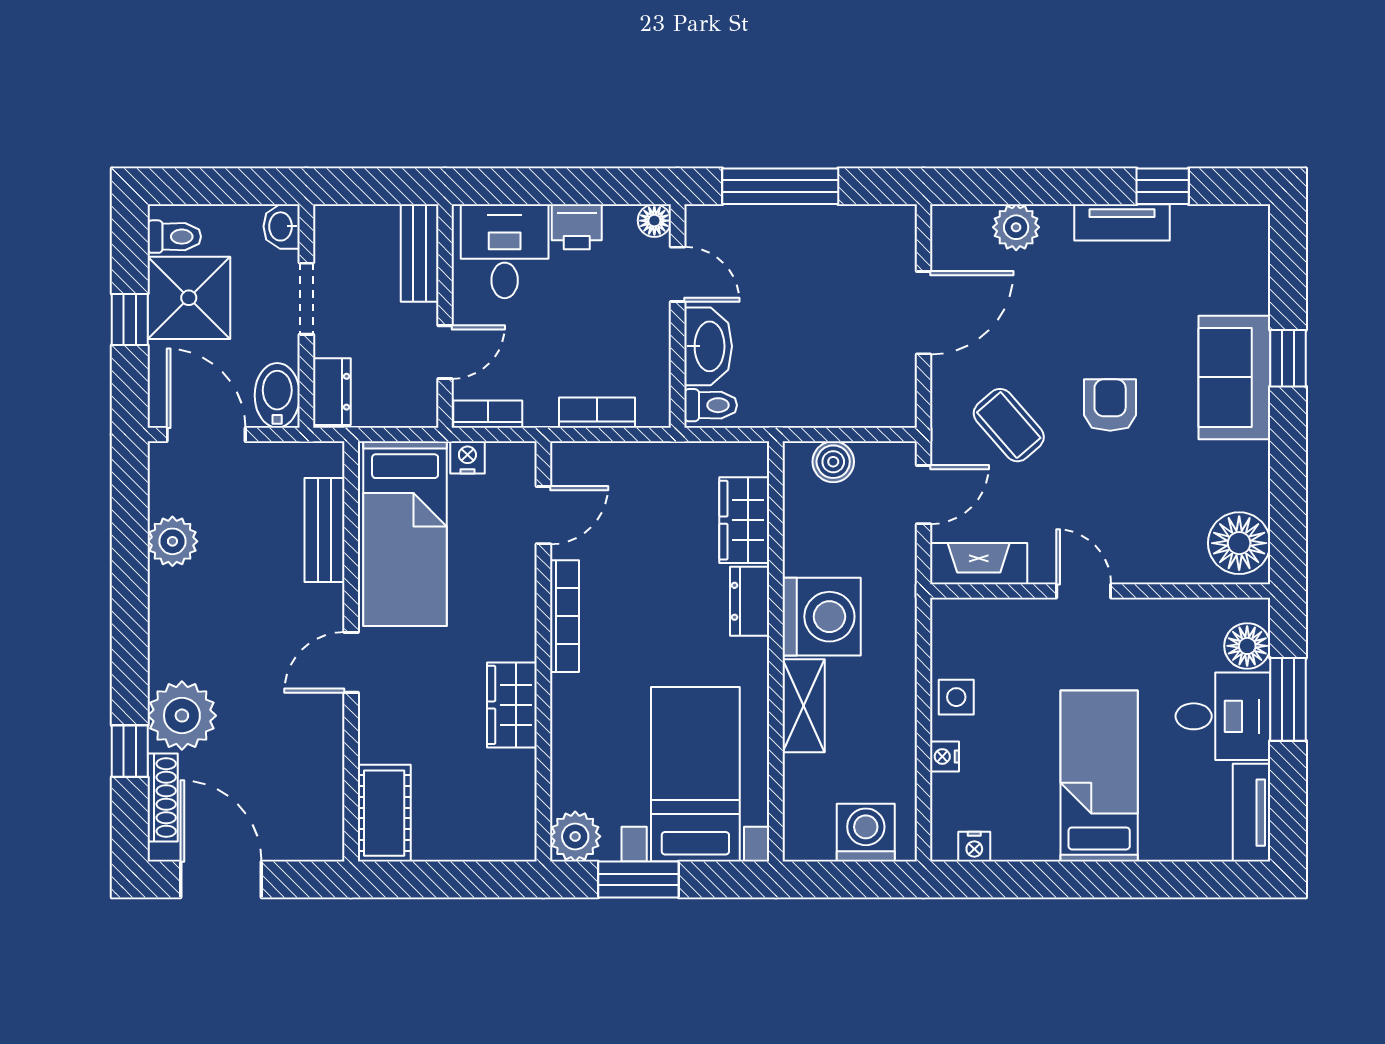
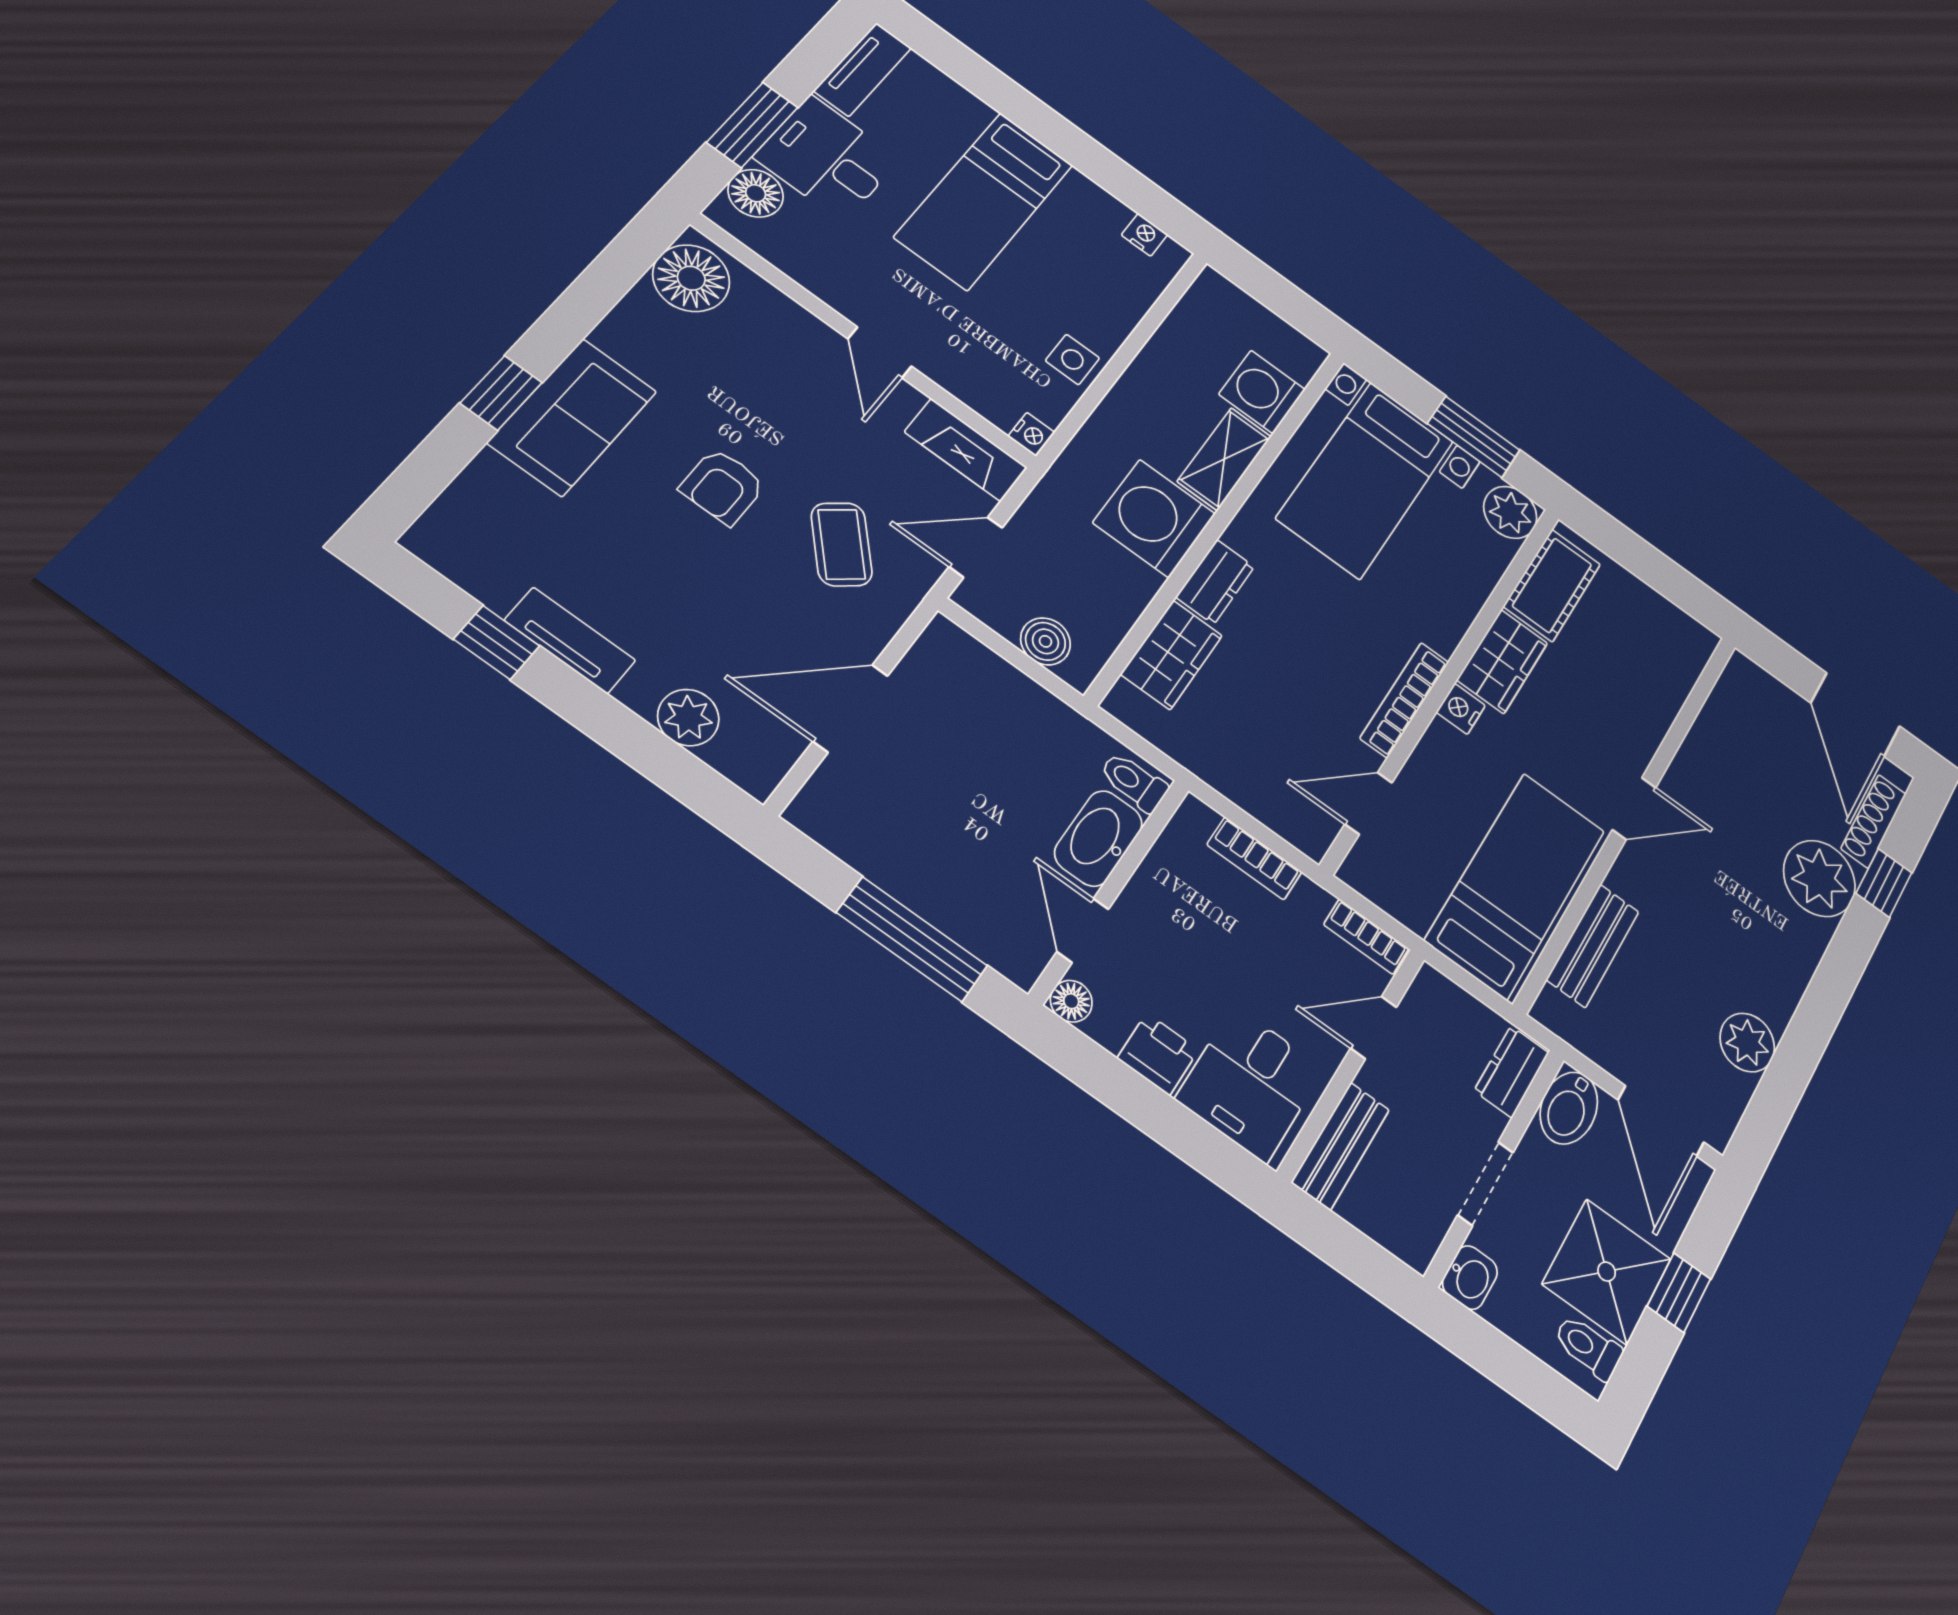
nightstand: (467, 457) -> (1461, 709), moved, turned 90
nightstand: (945, 756) -> (1031, 434), moved
cot: (384, 813) -> (1552, 585), moved
washing machine: (866, 833) -> (1262, 392), moved, turned 90

